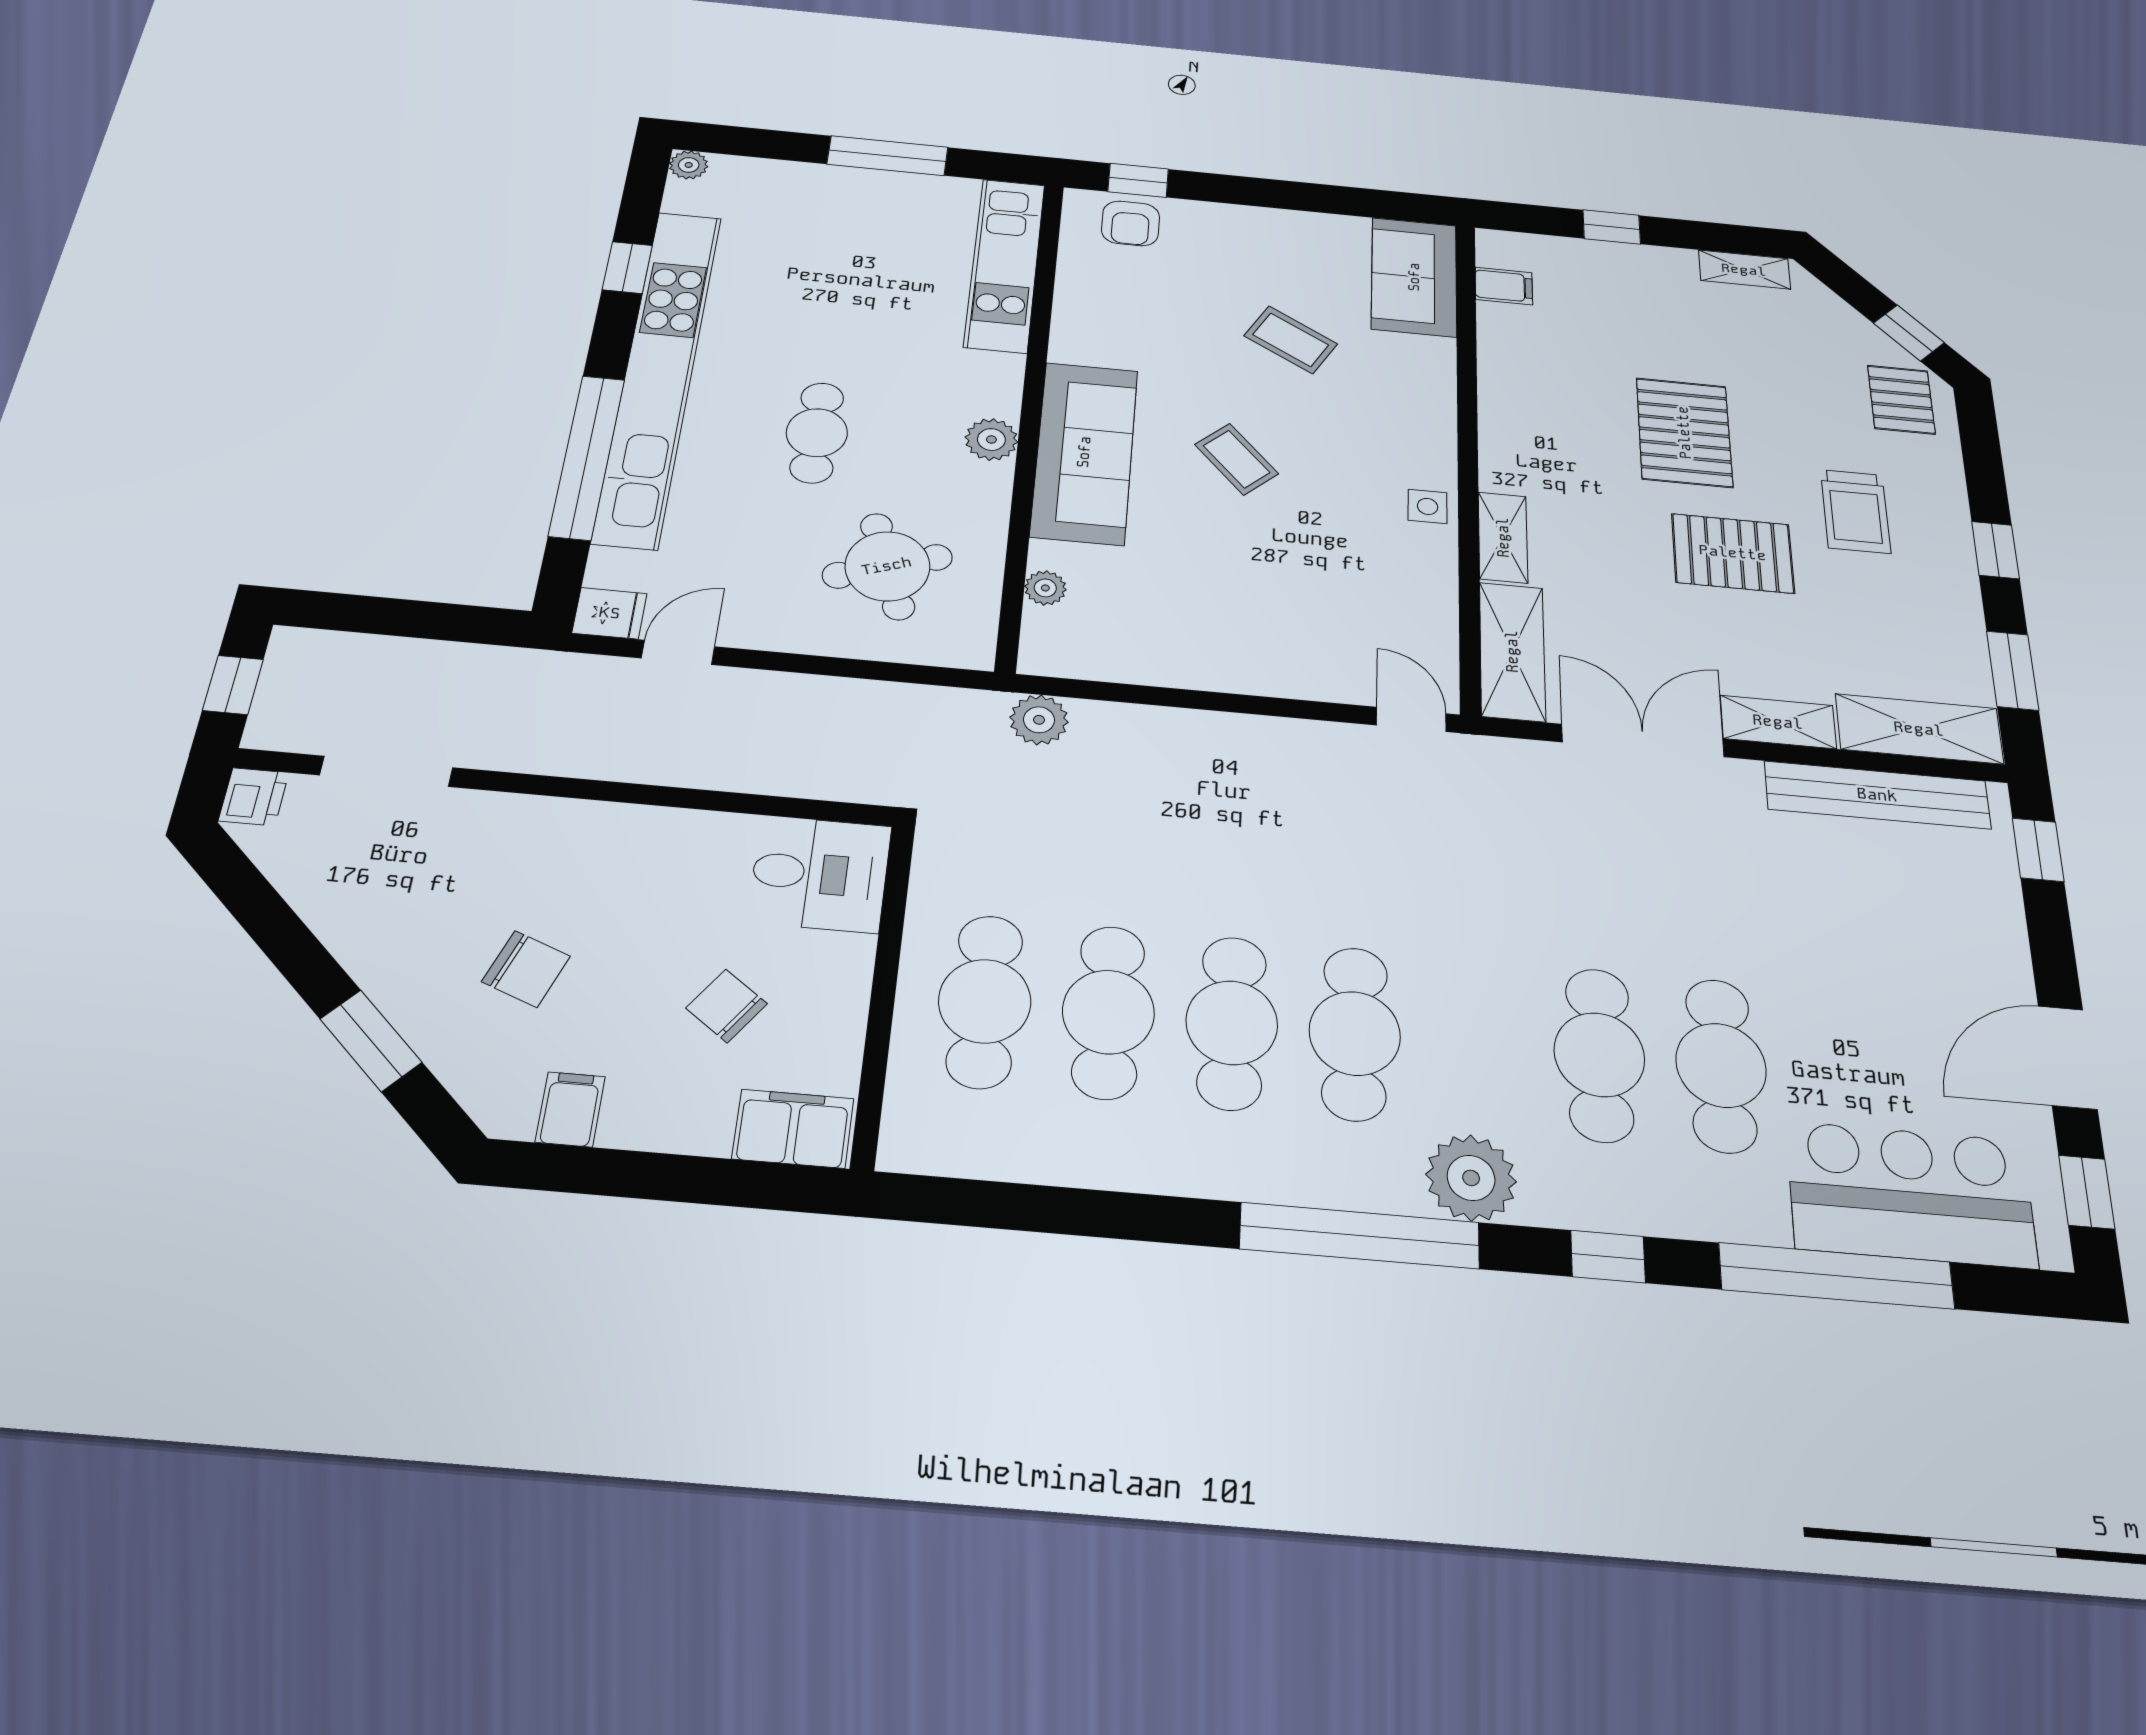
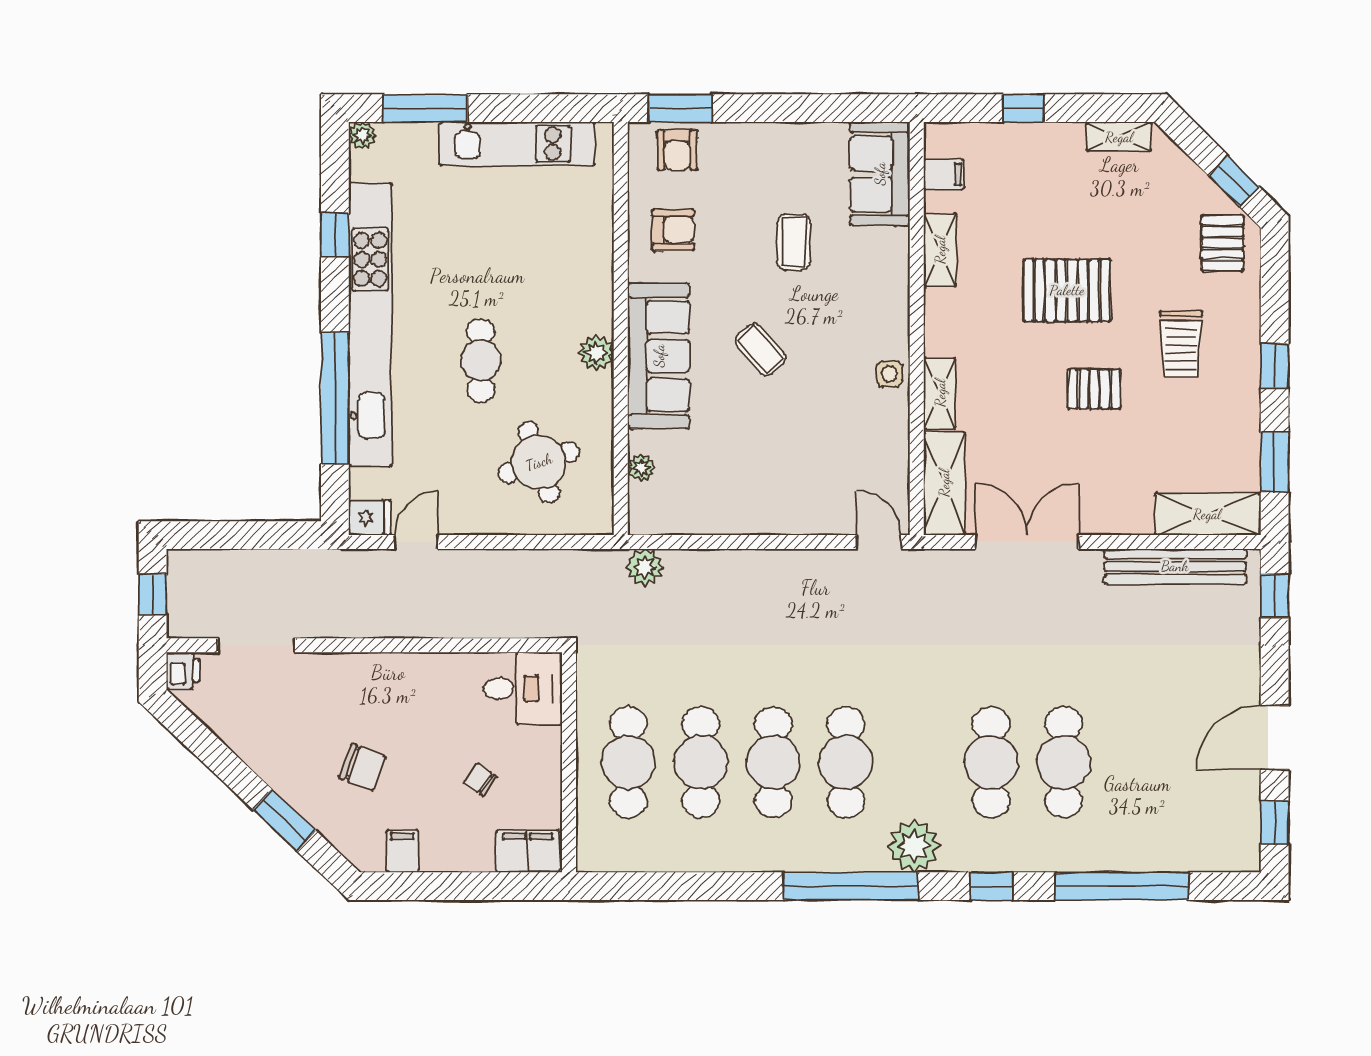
window: (888, 156) -> (425, 108), moved
window: (1138, 180) -> (680, 108), width x1.50
kitchen unit: (1005, 265) -> (517, 144), moved, turned -90
armchair: (1118, 310) -> (673, 230), added
coffee table: (1291, 340) -> (794, 242), turned 60
pallet: (1684, 432) -> (1067, 290), turned 90
pallet: (1733, 553) -> (1094, 389), width x0.67, depth x0.71
shelving: (1778, 722) -> (940, 250), moved, turned 90
chair: (727, 1006) -> (480, 780), width x0.73, depth x0.73
bar counter: (1911, 1194) -> (1170, 833), removed

